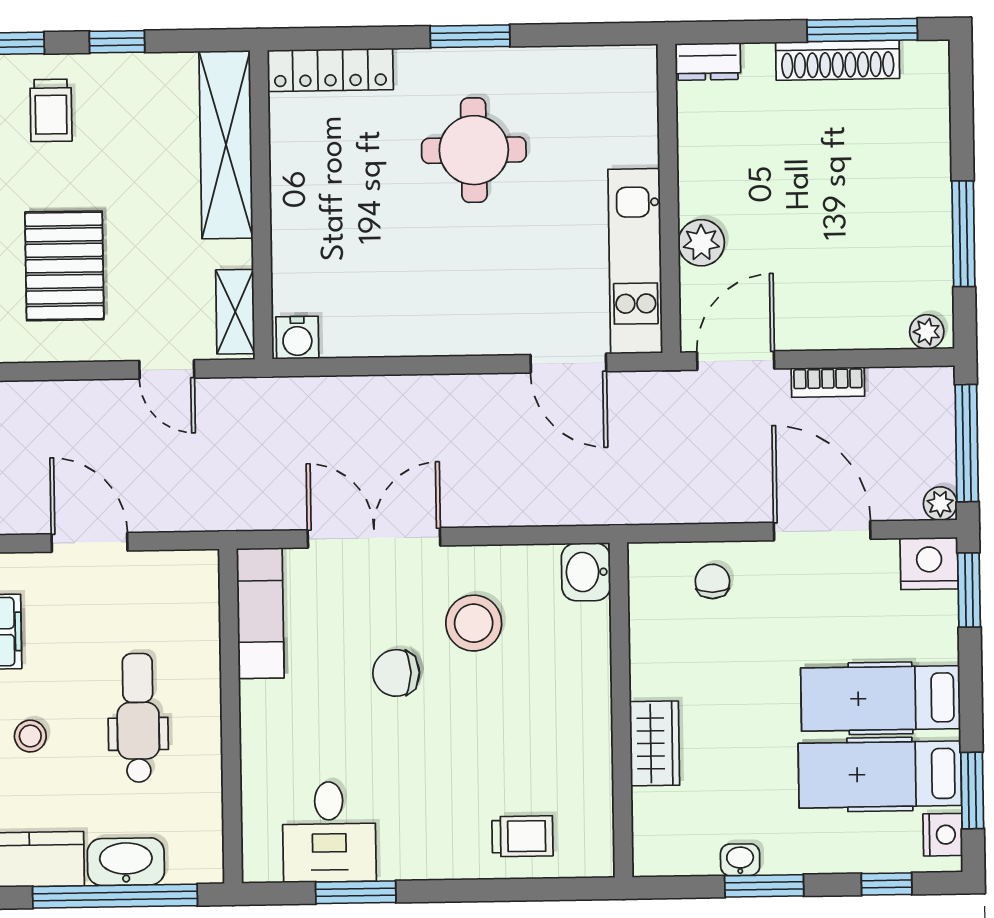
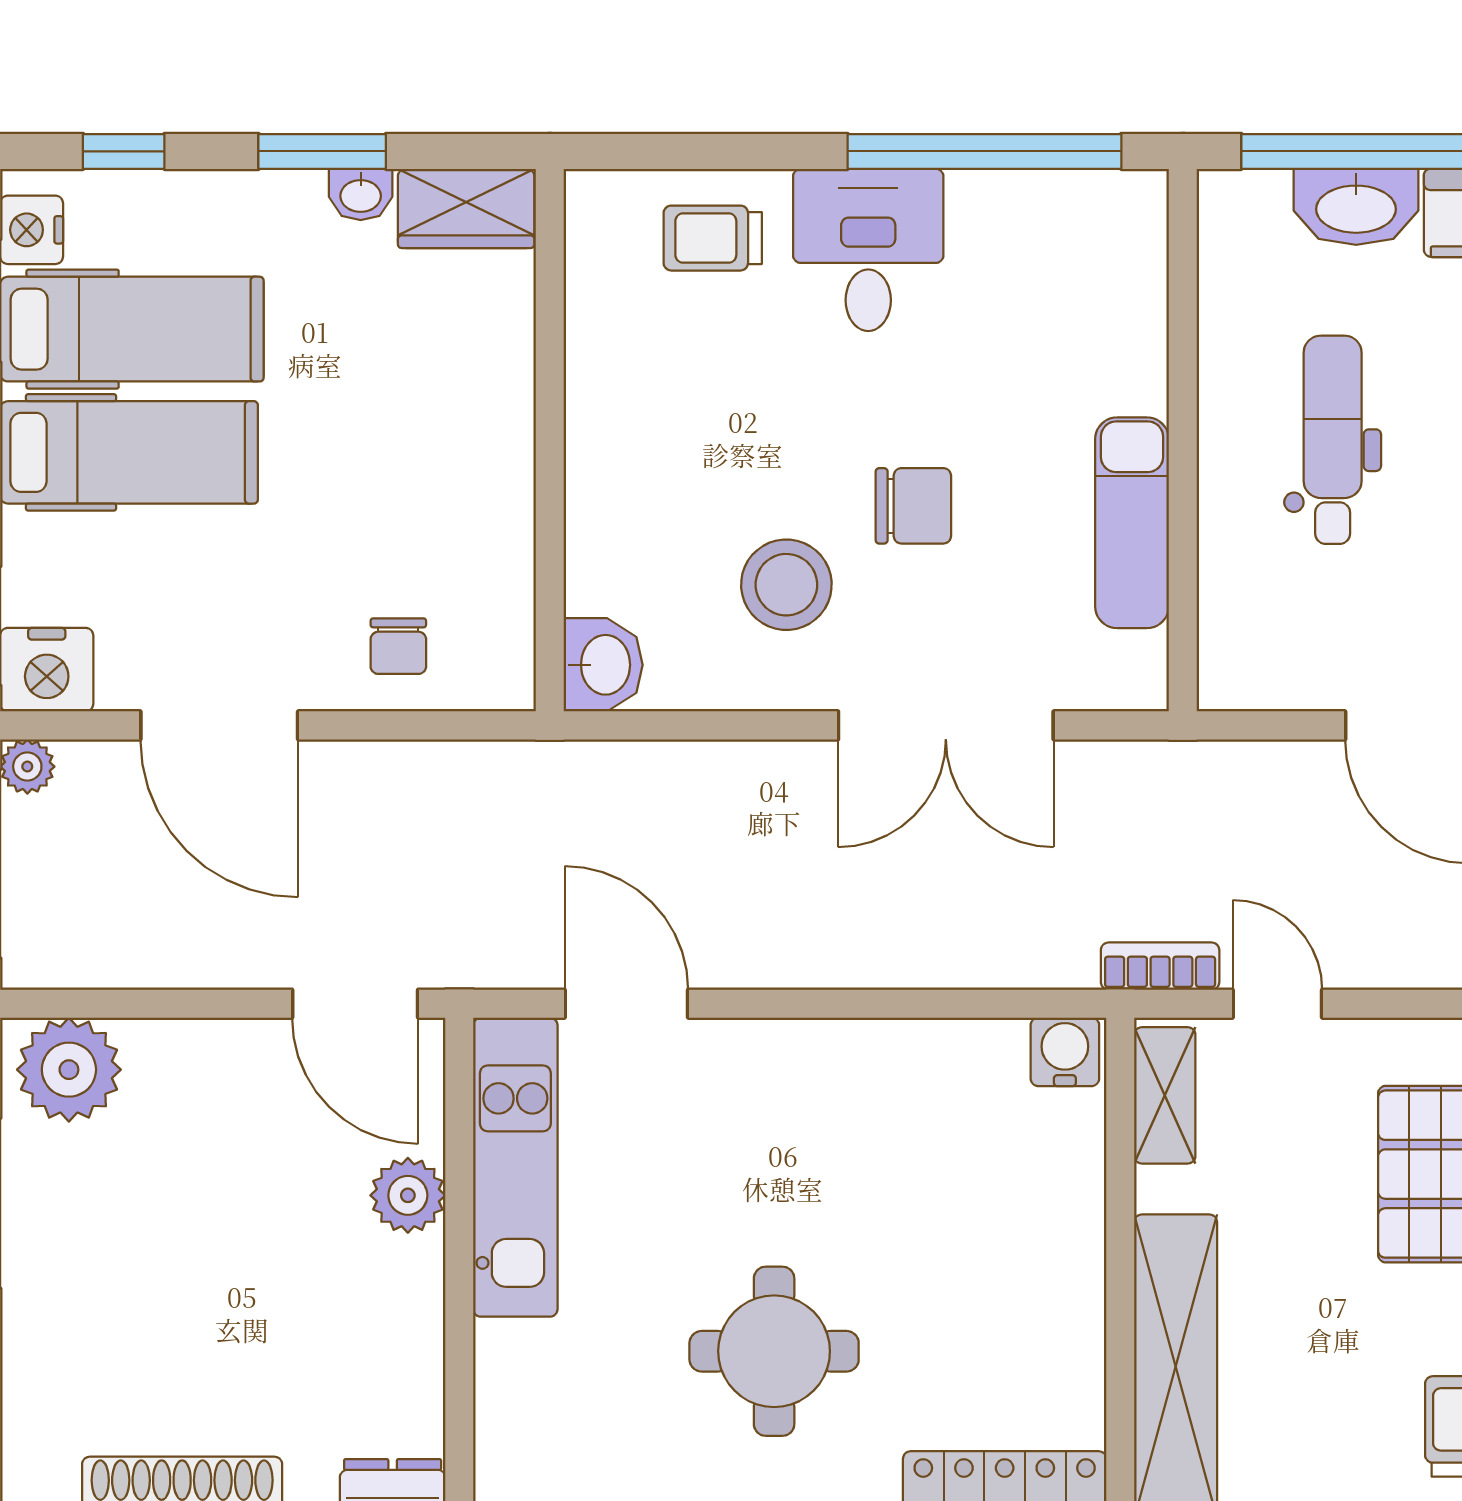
plant: (927, 332) -> (69, 1070), width x1.88, depth x1.88
door: (736, 360) -> (355, 1004), hinge flipped
bookcase: (828, 382) -> (1160, 966), moved
exam couch: (260, 613) -> (1132, 523), moved
dental chair: (138, 718) -> (1333, 440), turned 180
wardrobe: (655, 743) -> (466, 208), moved, turned -90
desk: (329, 832) -> (868, 250), moved
window: (356, 892) -> (984, 151), width x2.11

